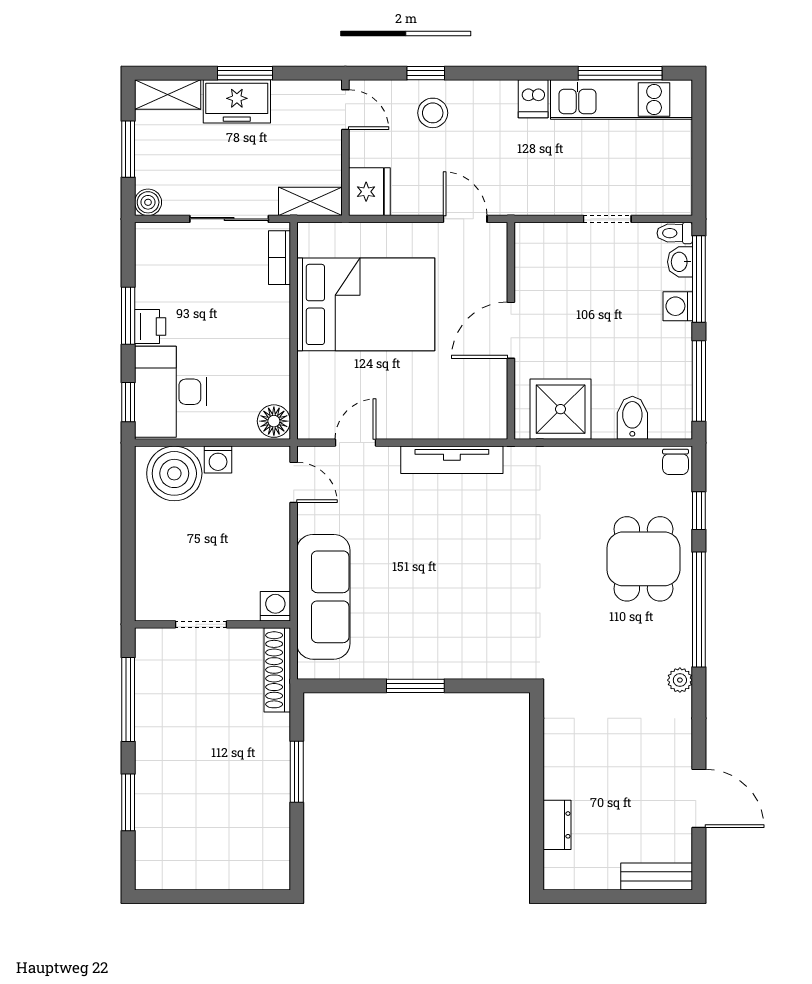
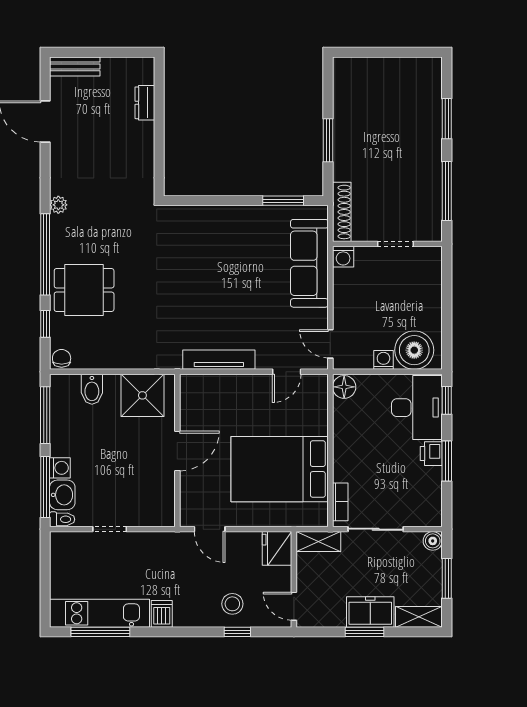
washbasin: (680, 262) -> (62, 495), width x1.38, depth x1.45
dining table: (643, 559) -> (84, 290), turned 90
window: (415, 686) -> (283, 201), moved

